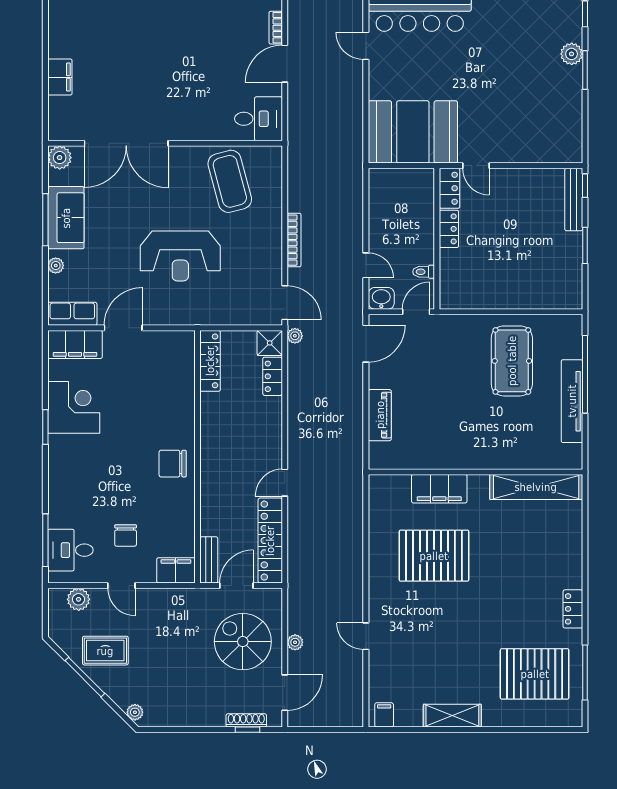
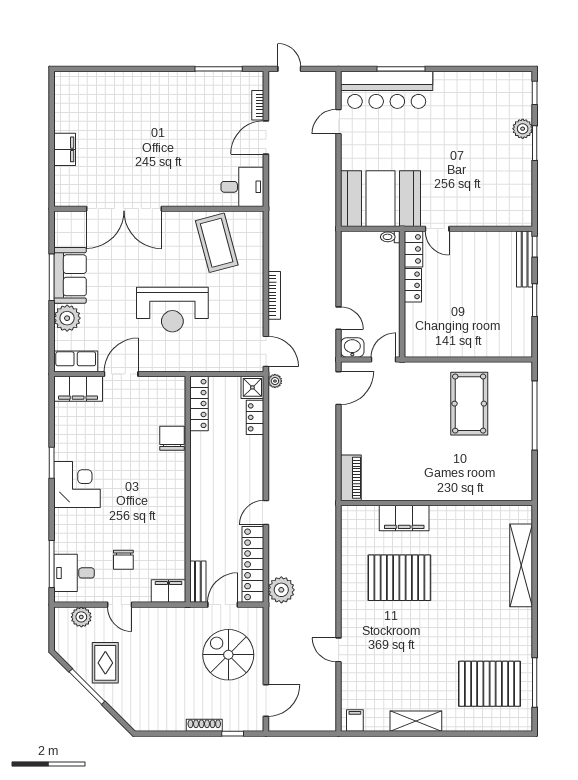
door: (366, 46) -> (339, 122), hinge flipped
plant: (60, 158) -> (64, 222), removed
plant: (56, 266) -> (67, 318), width x1.88, depth x1.88
toilet: (424, 272) -> (390, 237), moved
tv unit: (572, 401) -> (523, 440), removed
corner desk: (74, 407) -> (77, 485), moved
piano: (380, 415) -> (351, 478), moved
chair: (173, 464) -> (172, 438), moved, turned 90
shelving: (536, 487) -> (521, 565), moved, turned 90
locker: (573, 609) -> (524, 626), removed
plant: (295, 642) -> (281, 590), moved, width x1.88, depth x1.88
rug: (105, 651) -> (105, 663), turned 90
plant: (135, 712) -> (132, 718), removed
shoe rack: (246, 720) -> (204, 725), moved

